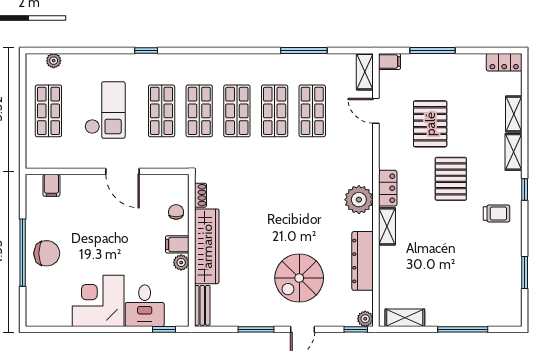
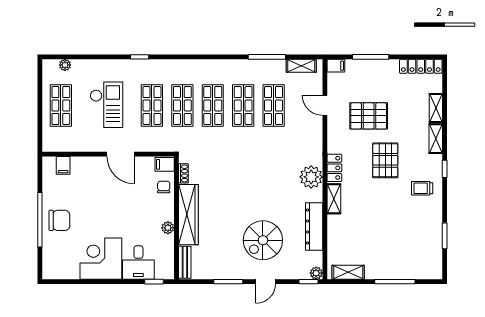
locker: (504, 62) -> (421, 66), width x1.53
shelving: (365, 72) -> (301, 66), moved, turned 90
pallet: (430, 124) -> (369, 116), turned 90
trolley: (497, 214) -> (422, 188), turned 180
filing cabinet: (177, 244) -> (165, 164), moved

